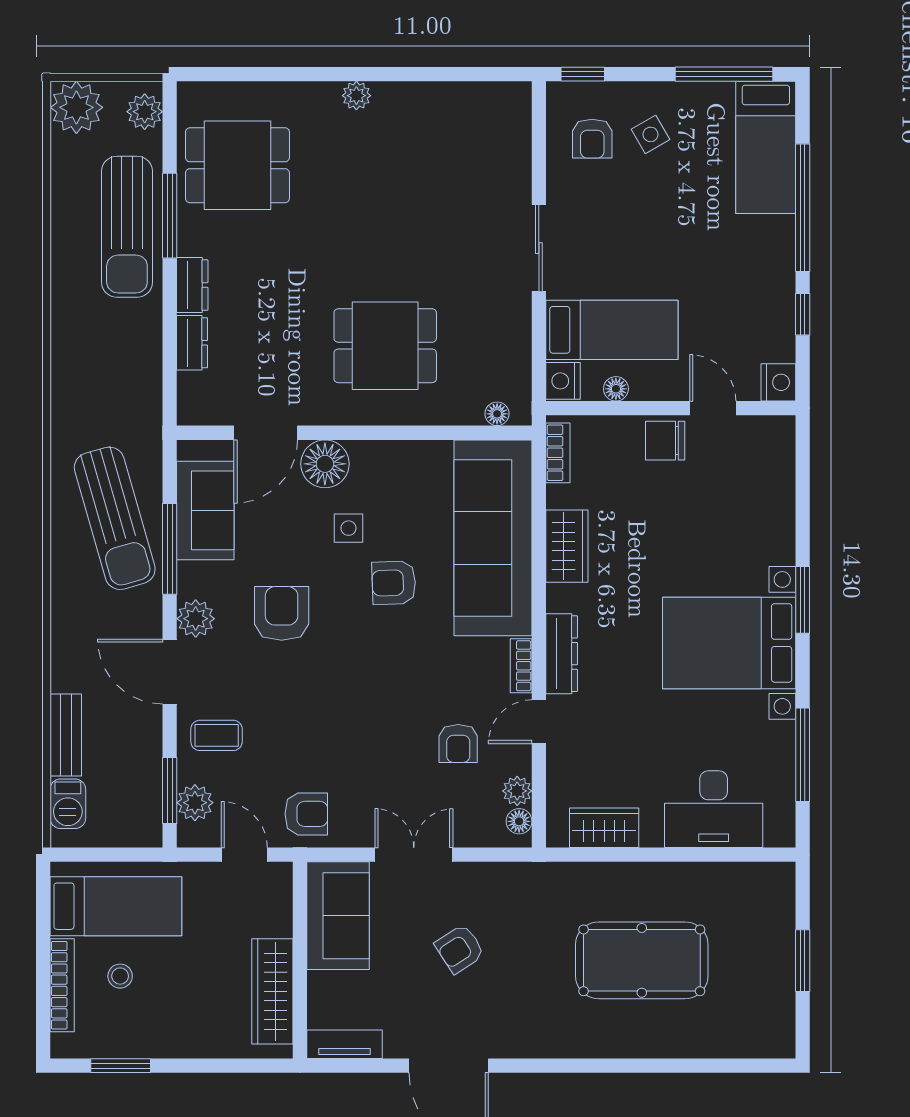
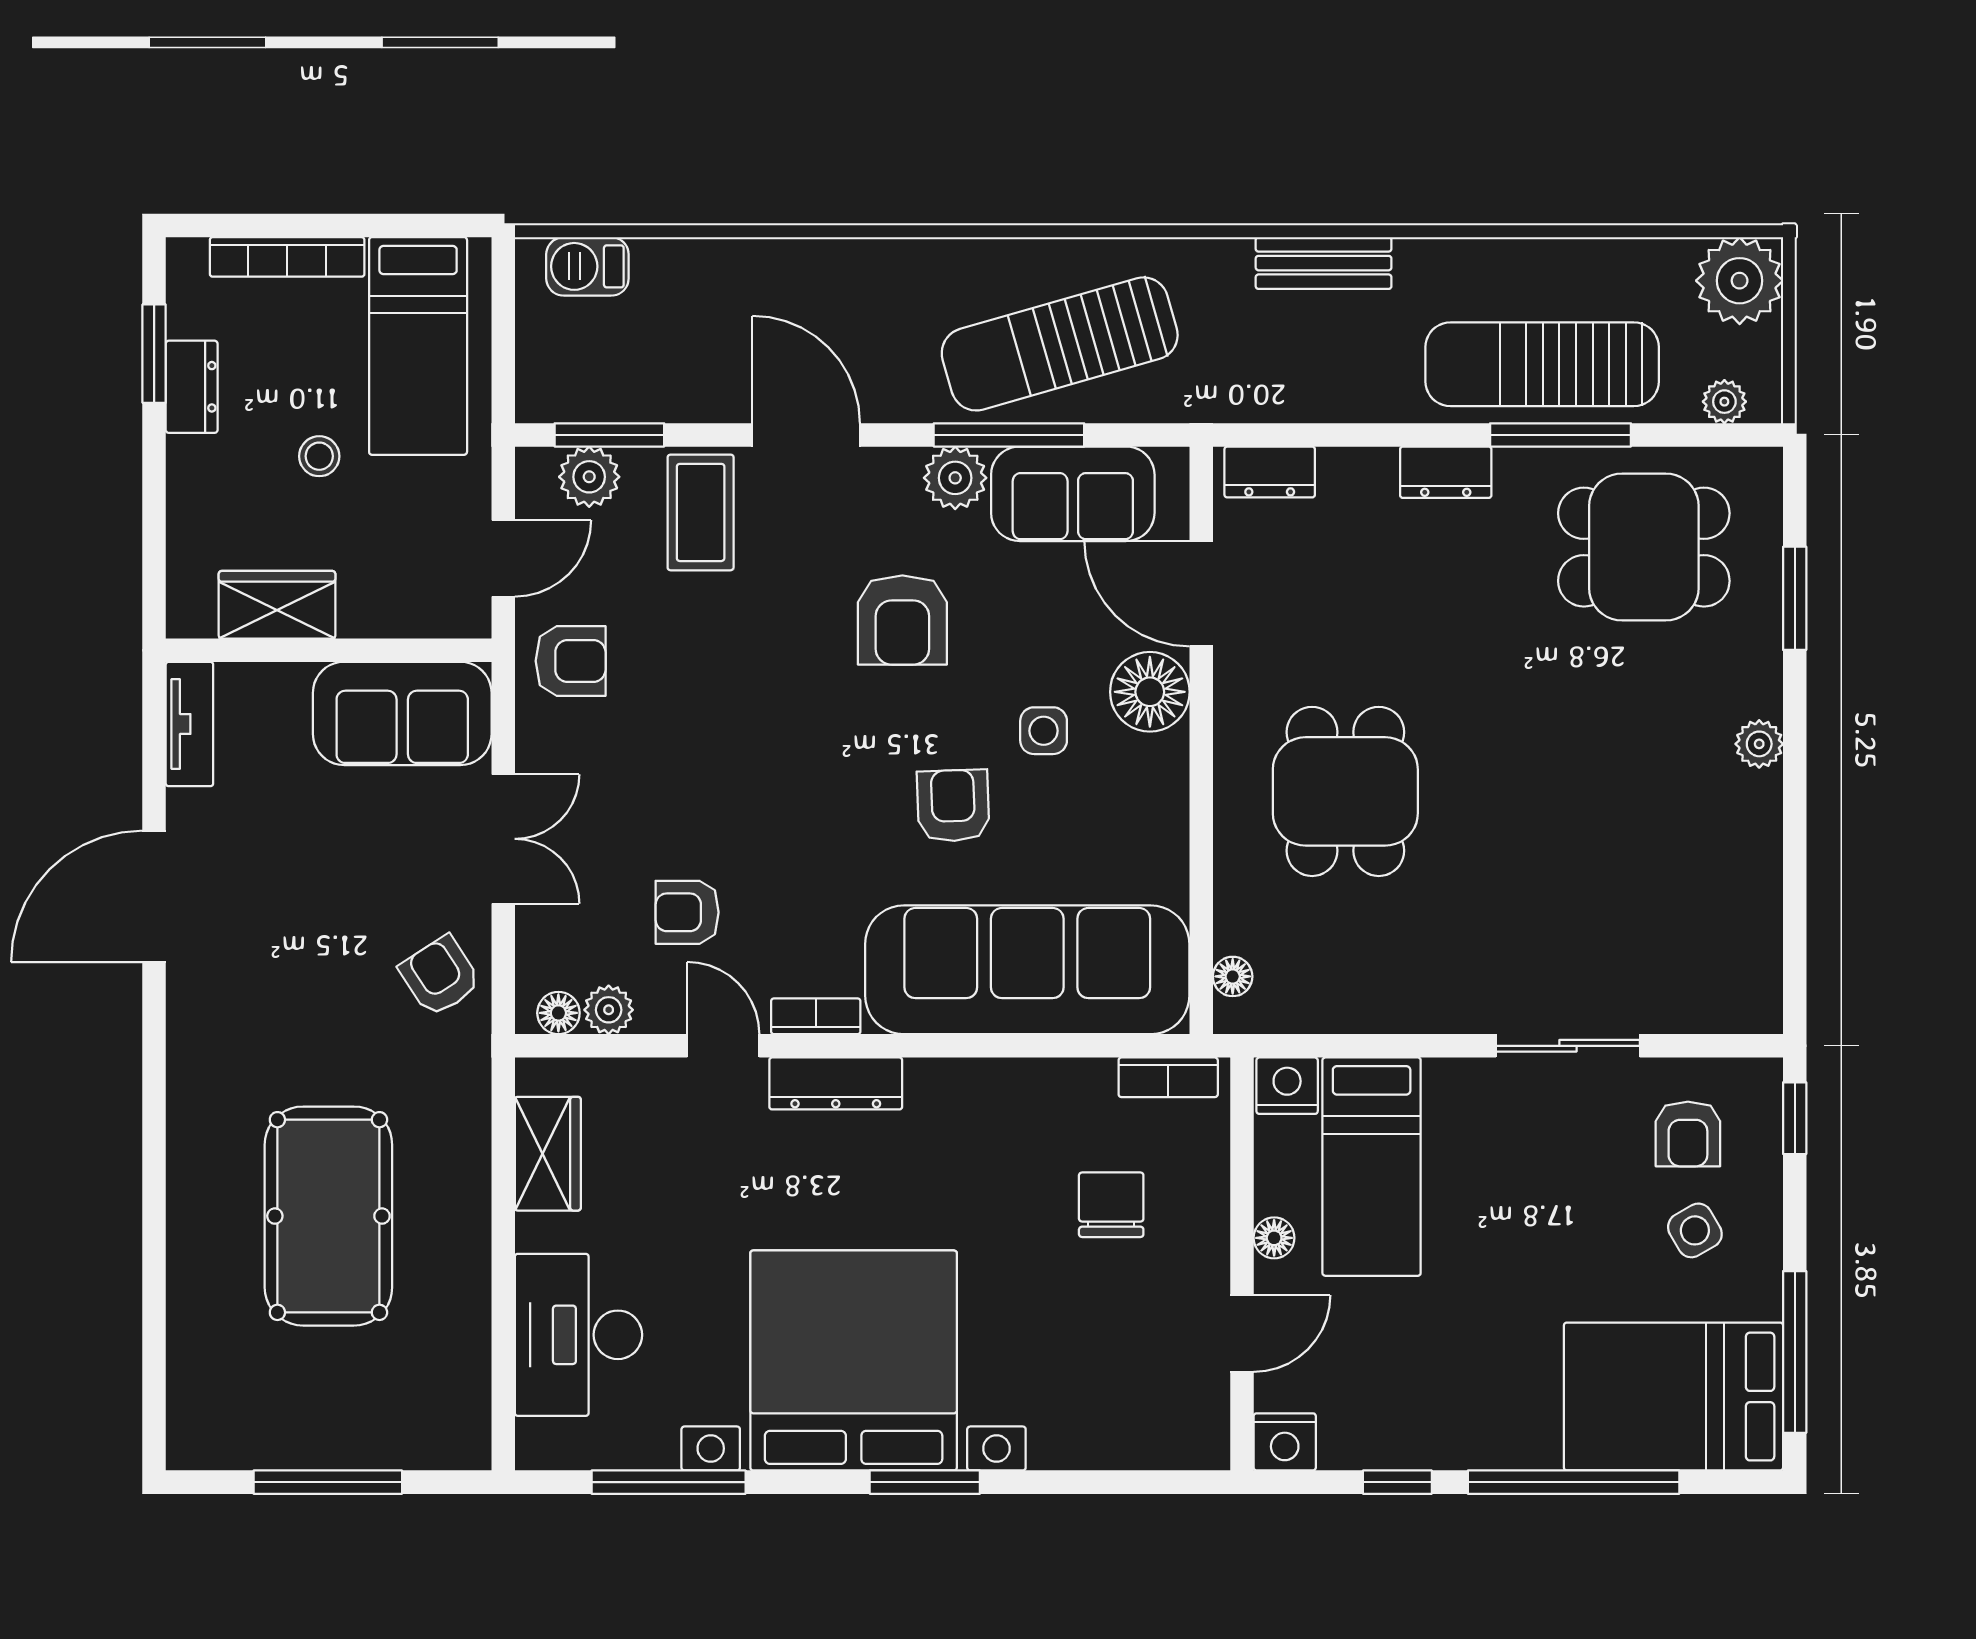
window: (268, 74) -> (1795, 598), added
plant: (145, 112) -> (1724, 402), width x0.73, depth x0.73
armchair: (592, 139) -> (1688, 1134), turned -90
bed: (766, 147) -> (1673, 1397), width x1.50
dining table: (237, 165) -> (1644, 547), turned 90
sliding door: (539, 248) -> (1568, 1046), moved
dresser: (192, 343) -> (1270, 472), moved
floor lamp: (616, 389) -> (1274, 1238), moved
chair: (665, 441) -> (1111, 1205), moved
wardrobe: (567, 546) -> (1014, 1092), removed
armchair: (282, 613) -> (902, 620), turned 90
plant: (196, 619) -> (955, 478), moved
bed with nightstands: (729, 643) -> (854, 1360), width x1.36
door: (170, 672) -> (806, 435), hinge flipped
bench: (66, 735) -> (1324, 263), moved
coffee table: (217, 735) -> (701, 512), width x1.36, depth x1.30
armchair: (306, 814) -> (571, 661), turned -90
armchair: (460, 949) -> (440, 976), moved
window: (803, 961) -> (328, 1482), width x1.44
stool: (120, 976) -> (319, 456), moved
wardrobe: (272, 991) -> (277, 605), width x0.67
dresser: (141, 1043) -> (192, 387), added

